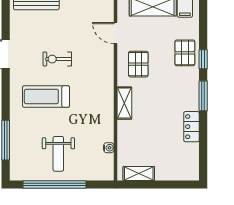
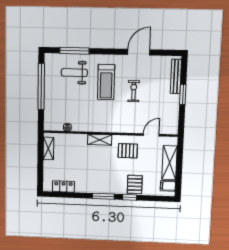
pallet: (185, 53) -> (135, 185), turned 90
treadmill: (46, 96) -> (106, 82), turned 180
locker: (192, 127) -> (63, 187), moved
weight bench: (58, 154) -> (74, 73), moved

